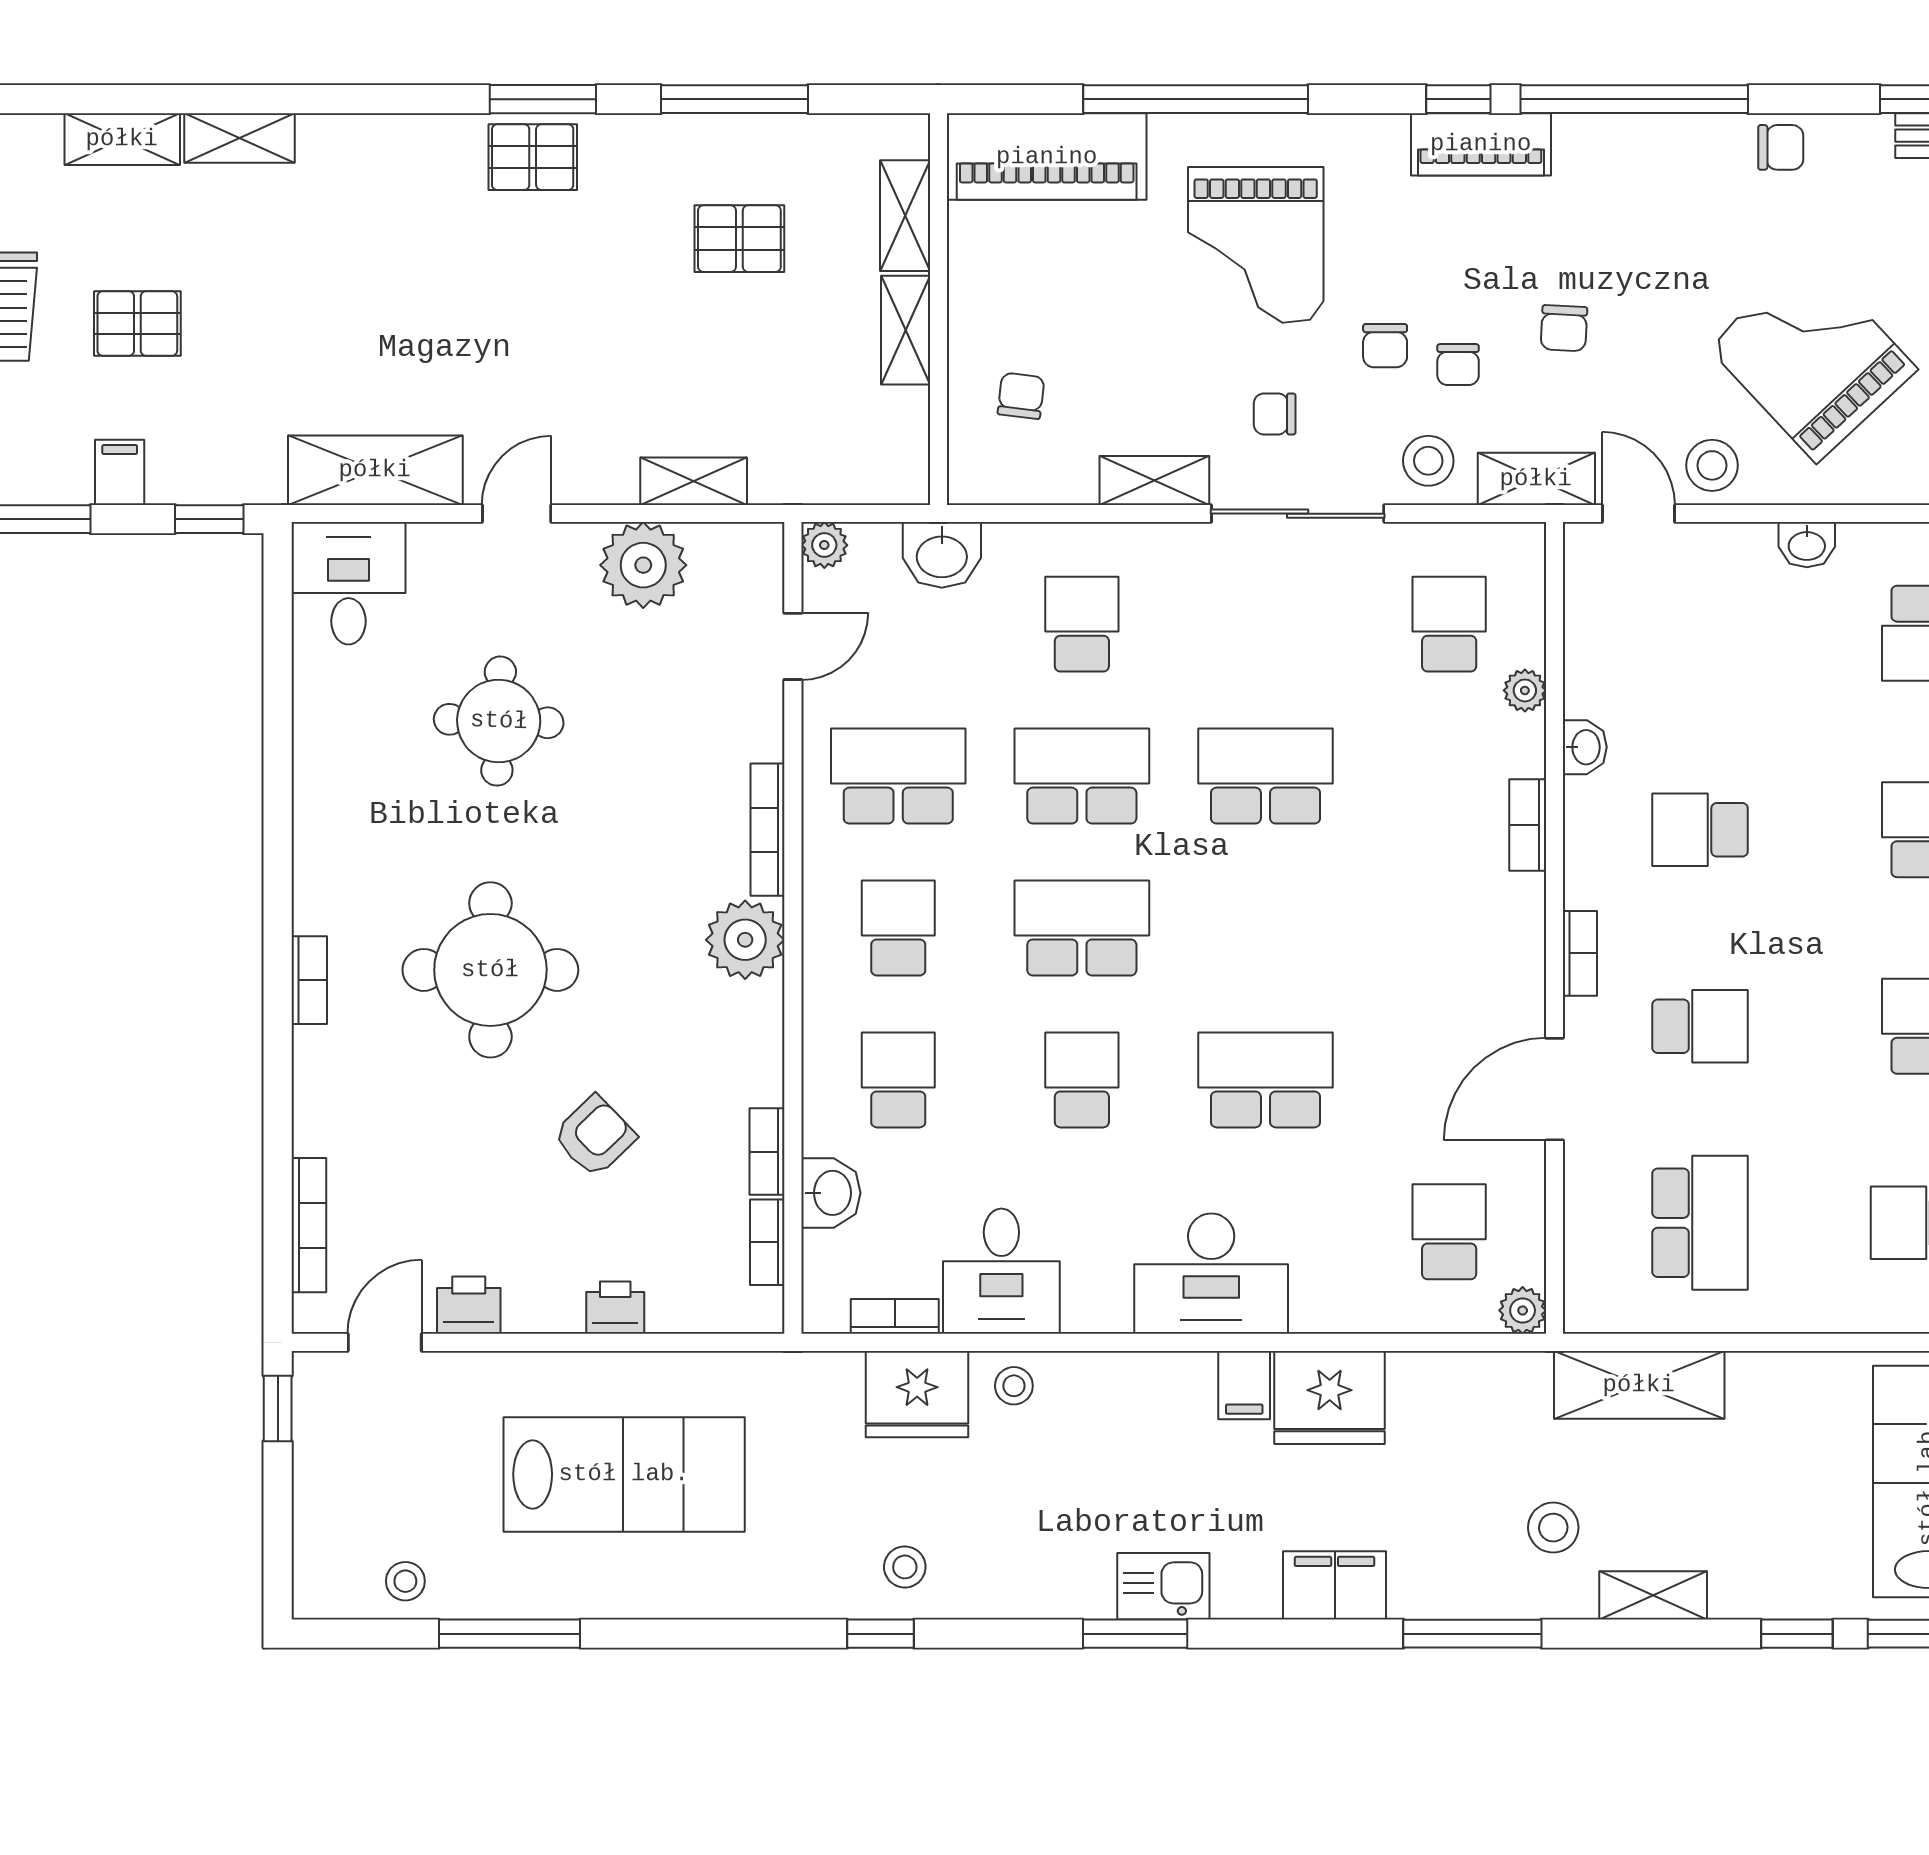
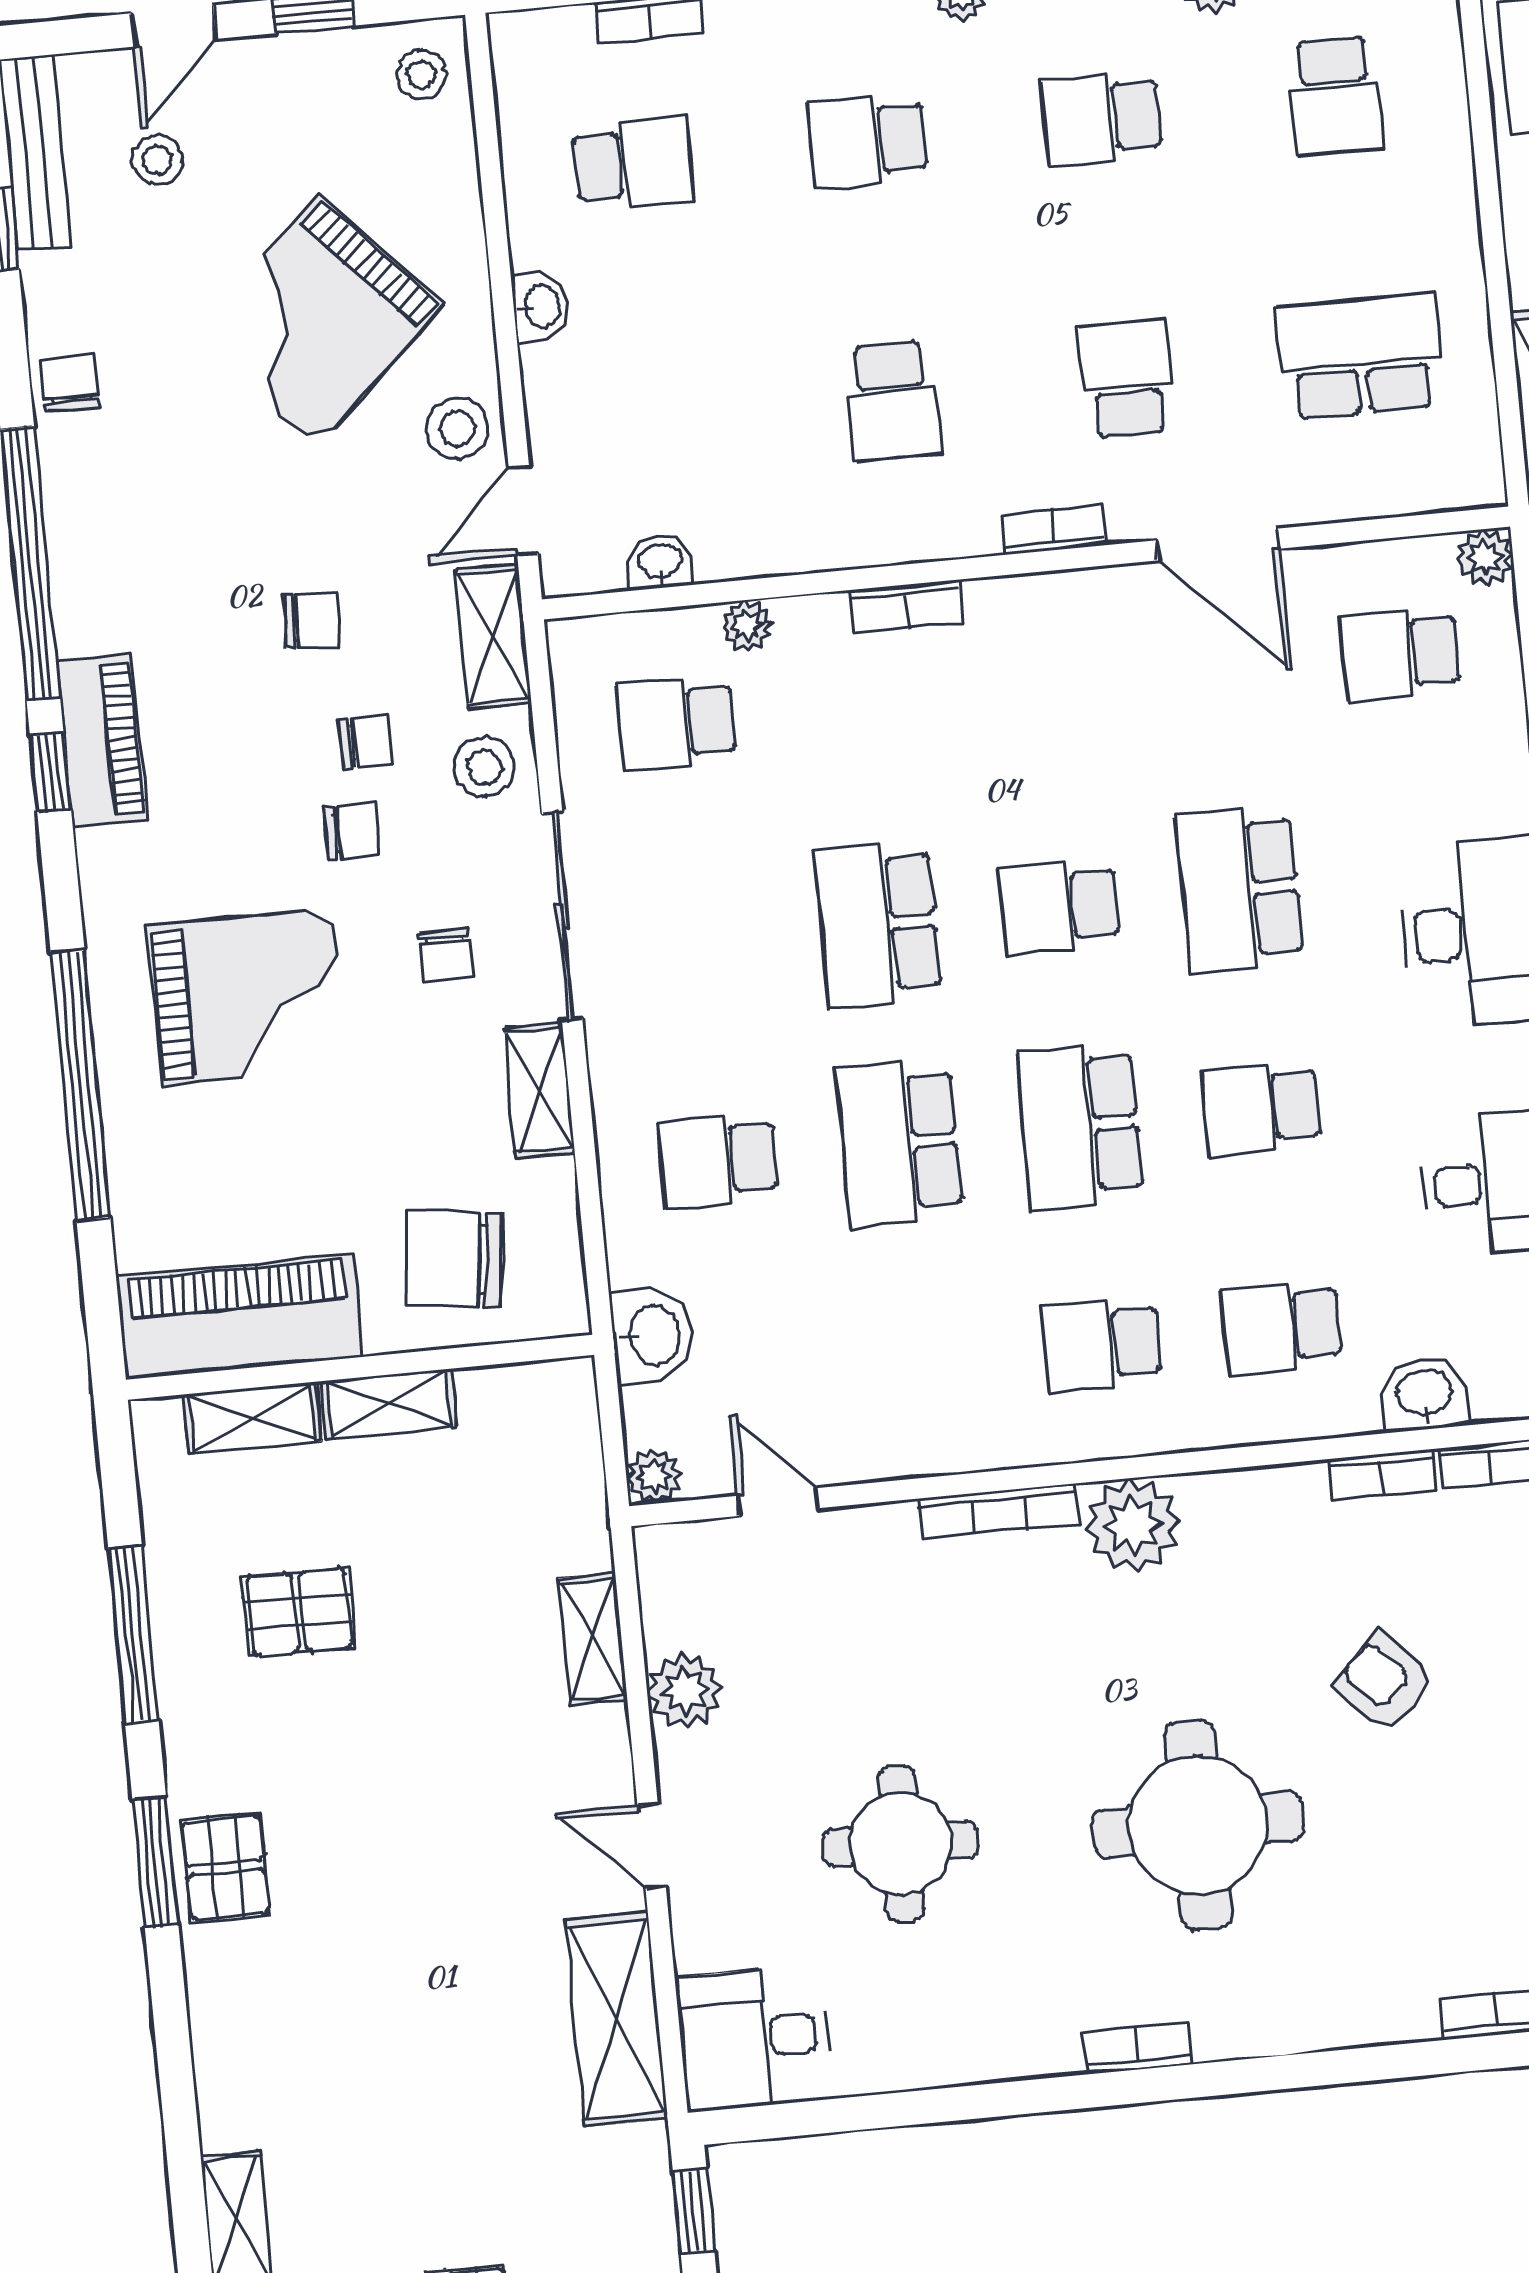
piano: (1047, 157) -> (240, 1317), moved, turned -90
pallet: (739, 239) -> (299, 1612), turned 90
chair: (1021, 396) -> (454, 1259), width x1.87, depth x1.87
plant: (643, 565) -> (685, 1691), width x0.73, depth x0.73
washbasin: (1585, 747) -> (660, 562), moved
school desk: (898, 776) -> (1059, 907), moved, width x0.54
bookcase: (309, 980) -> (1138, 2048), moved

